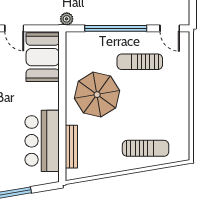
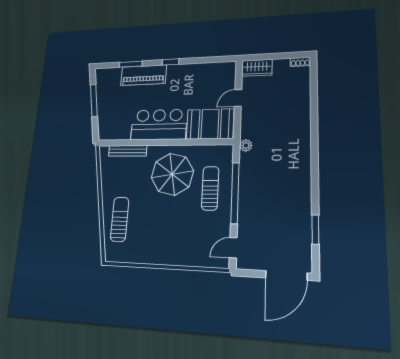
sun lounger: (140, 62) -> (210, 188), moved
bar counter: (42, 141) -> (159, 125), moved
sun lounger: (146, 148) -> (120, 219), turned 180

